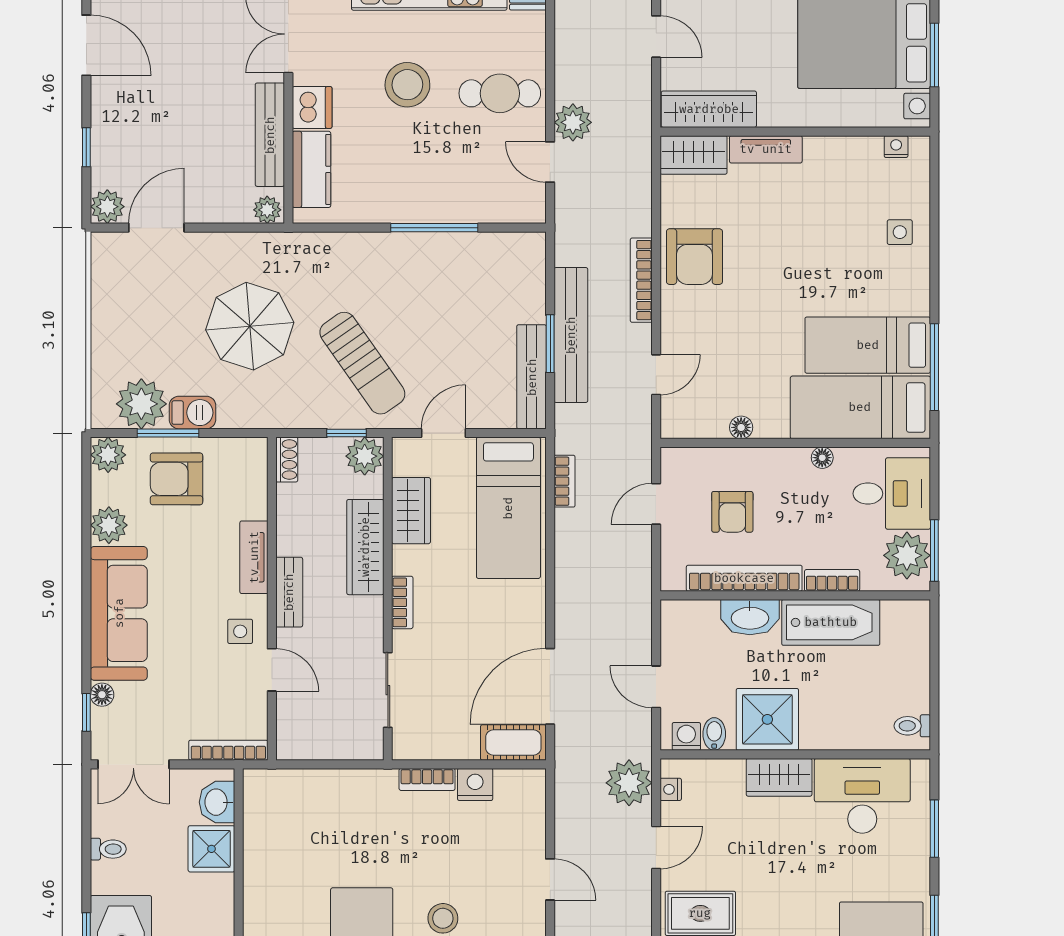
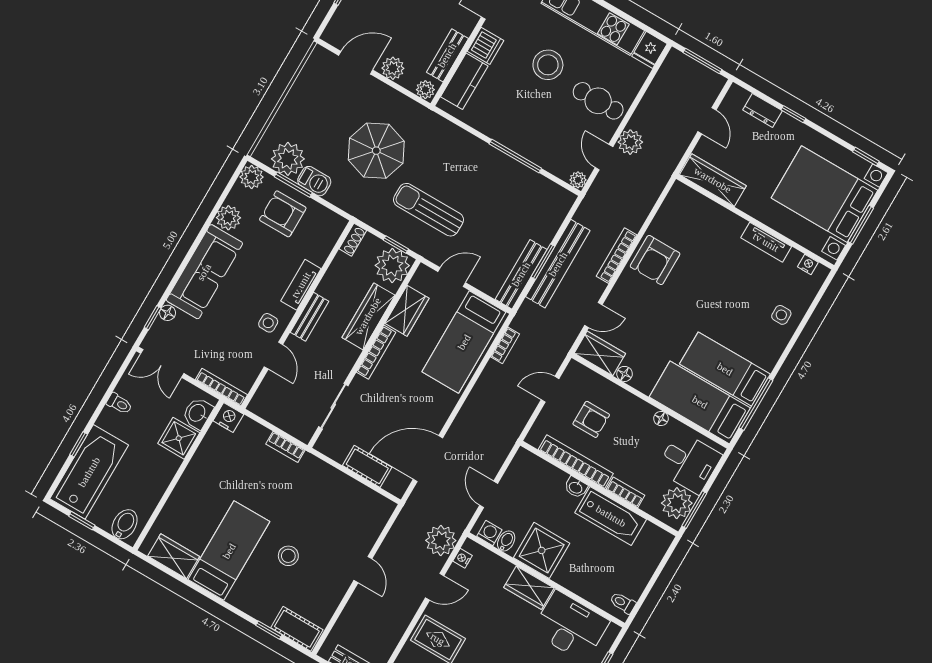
bench: (270, 135) -> (447, 55), width x0.73
tv unit: (766, 149) -> (766, 242), moved
wardrobe: (694, 155) -> (600, 353), moved, turned 180
plant: (107, 207) -> (393, 68), moved
plant: (534, 211) -> (578, 180), added
sun lounger: (362, 363) -> (429, 210), turned 125
plant: (365, 456) -> (392, 266), width x1.36, depth x1.36
armchair: (732, 512) -> (591, 419), turned -90
bookcase: (402, 602) -> (376, 352), width x1.56
washbasin: (750, 617) -> (576, 487), width x0.52, depth x0.69
cot: (513, 743) -> (367, 466), moved
bookcase: (427, 779) -> (285, 447), moved
nightstand: (475, 784) -> (228, 418), moved

